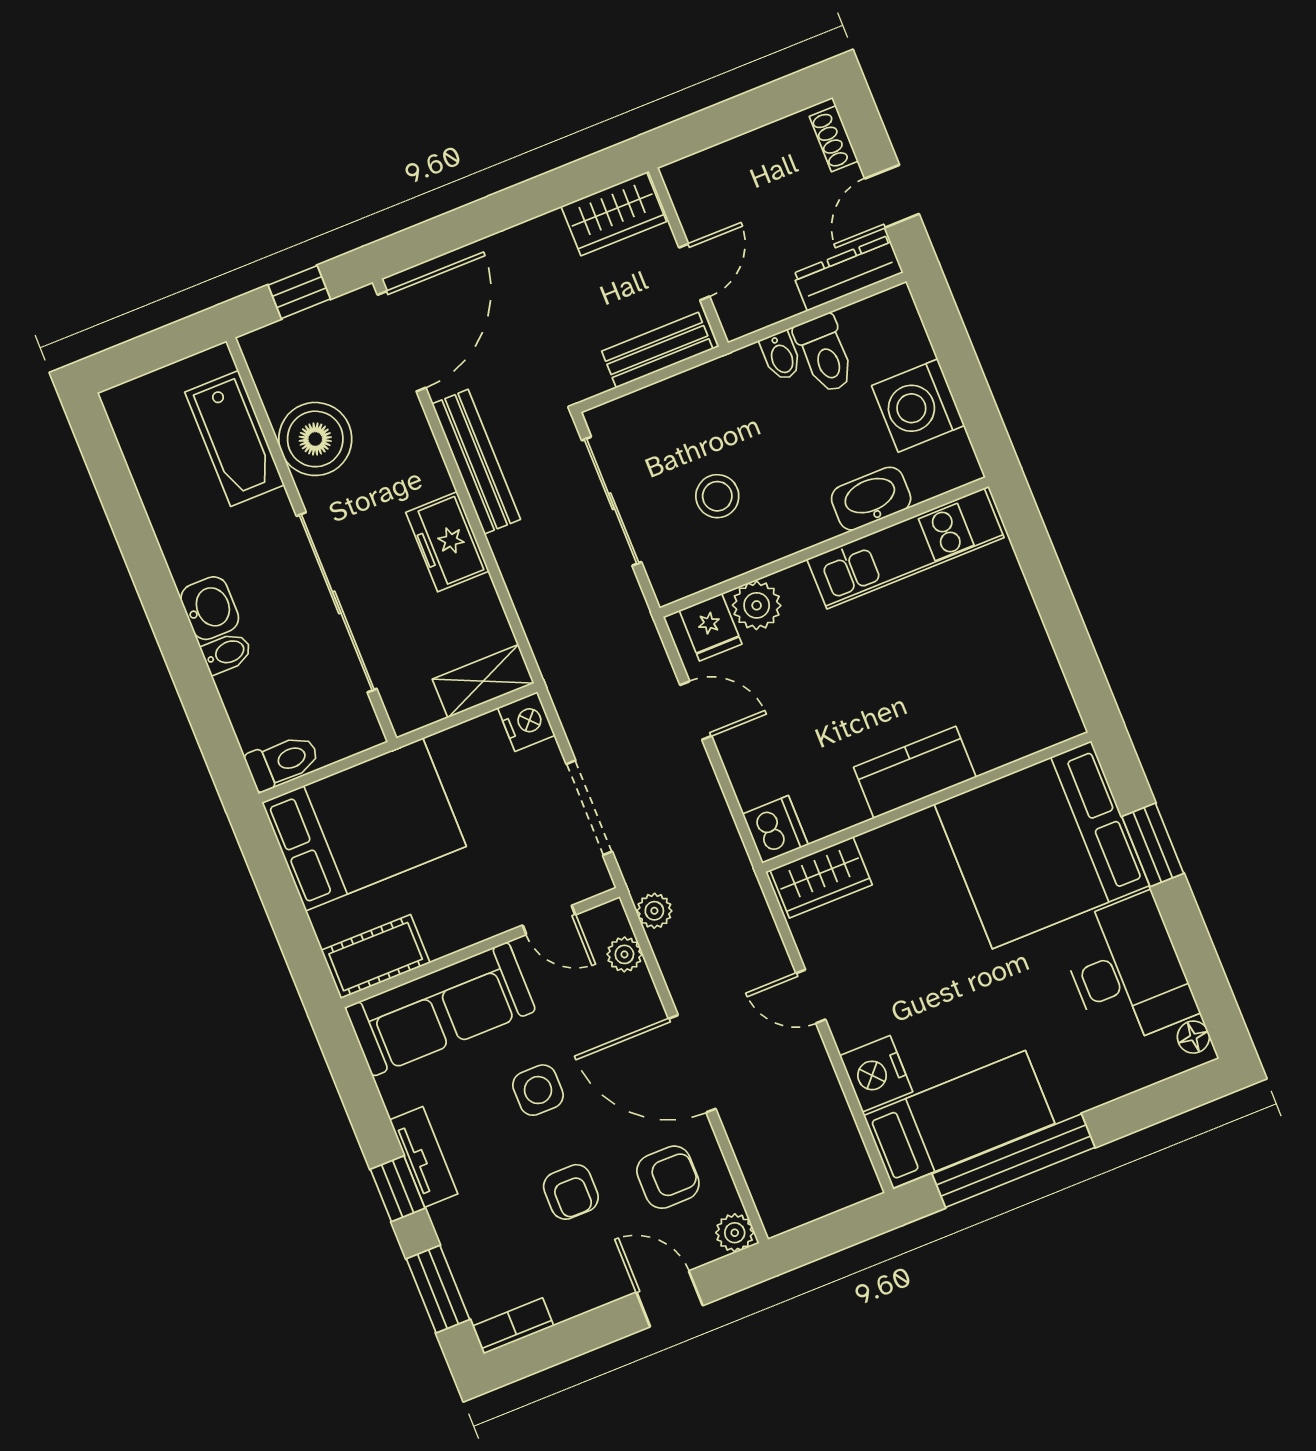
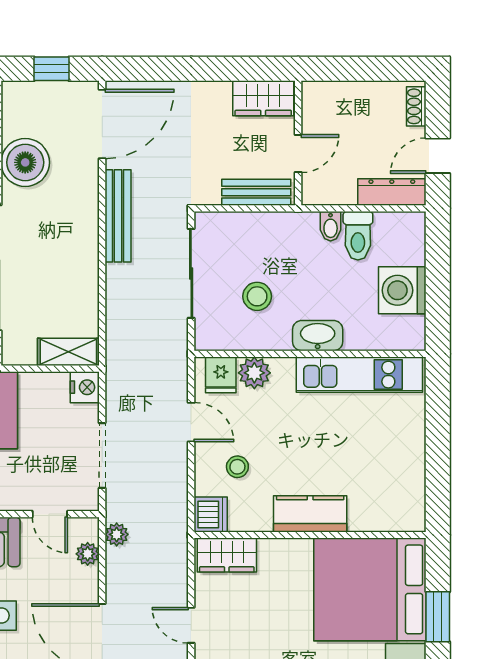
washbasin: (871, 499) -> (318, 336), moved
freezer: (447, 542) -> (81, 258), removed
stool: (786, 747) -> (237, 467), added

